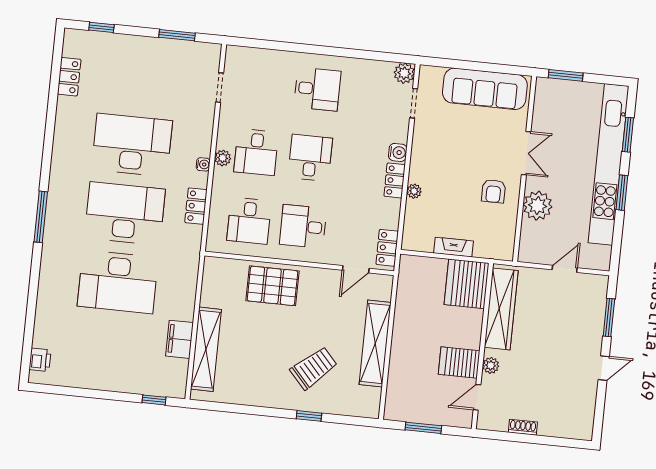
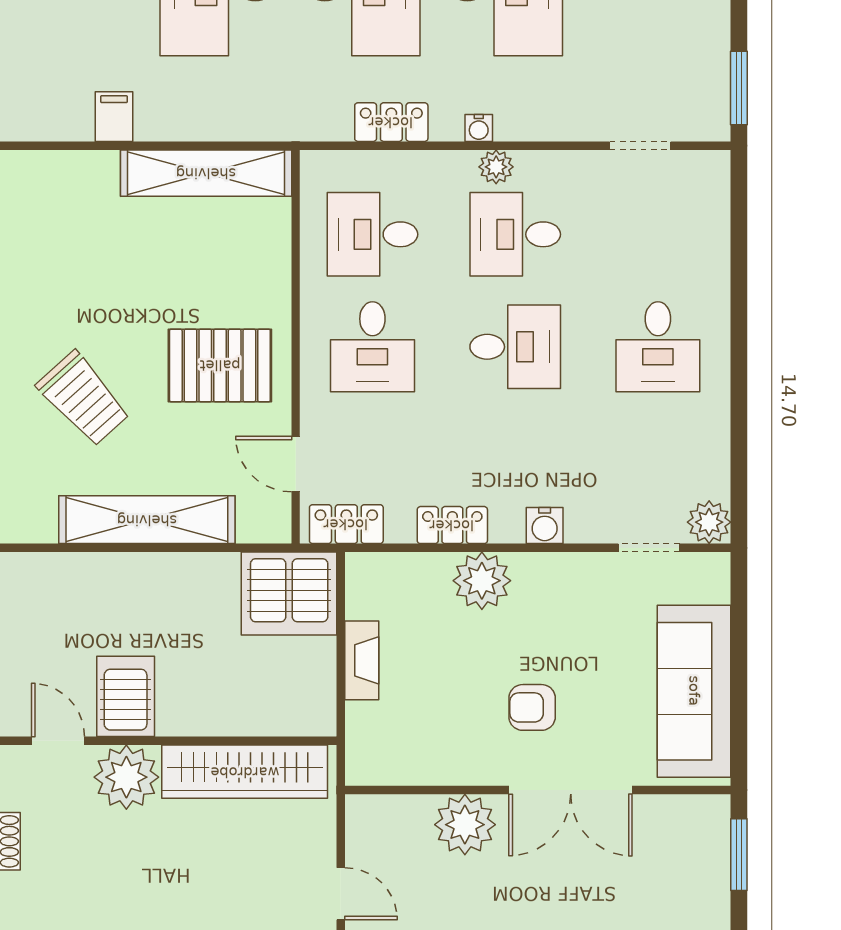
window: (177, 35) -> (739, 88), moved
double door: (526, 153) -> (571, 790), width x1.37
locker: (395, 180) -> (452, 525), moved
plant: (414, 191) -> (482, 581), width x1.88, depth x1.88
armchair: (494, 191) -> (532, 707), moved
desk: (303, 226) -> (372, 347), turned 180
server rack: (466, 284) -> (289, 594), moved, turned 180
pallet: (272, 286) -> (220, 365), moved, turned 90
filing cabinet: (180, 339) -> (114, 117), width x0.50
shelving: (206, 349) -> (206, 173), moved
plant: (491, 365) -> (126, 777), width x1.88, depth x1.88

